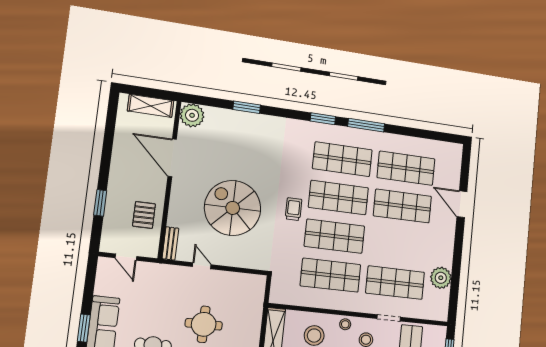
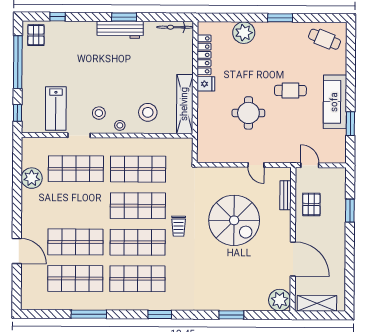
window: (366, 125) -> (89, 314), moved
bench: (170, 243) -> (286, 195), moved
door: (126, 257) -> (310, 165), moved
window: (84, 328) -> (350, 124), moved

